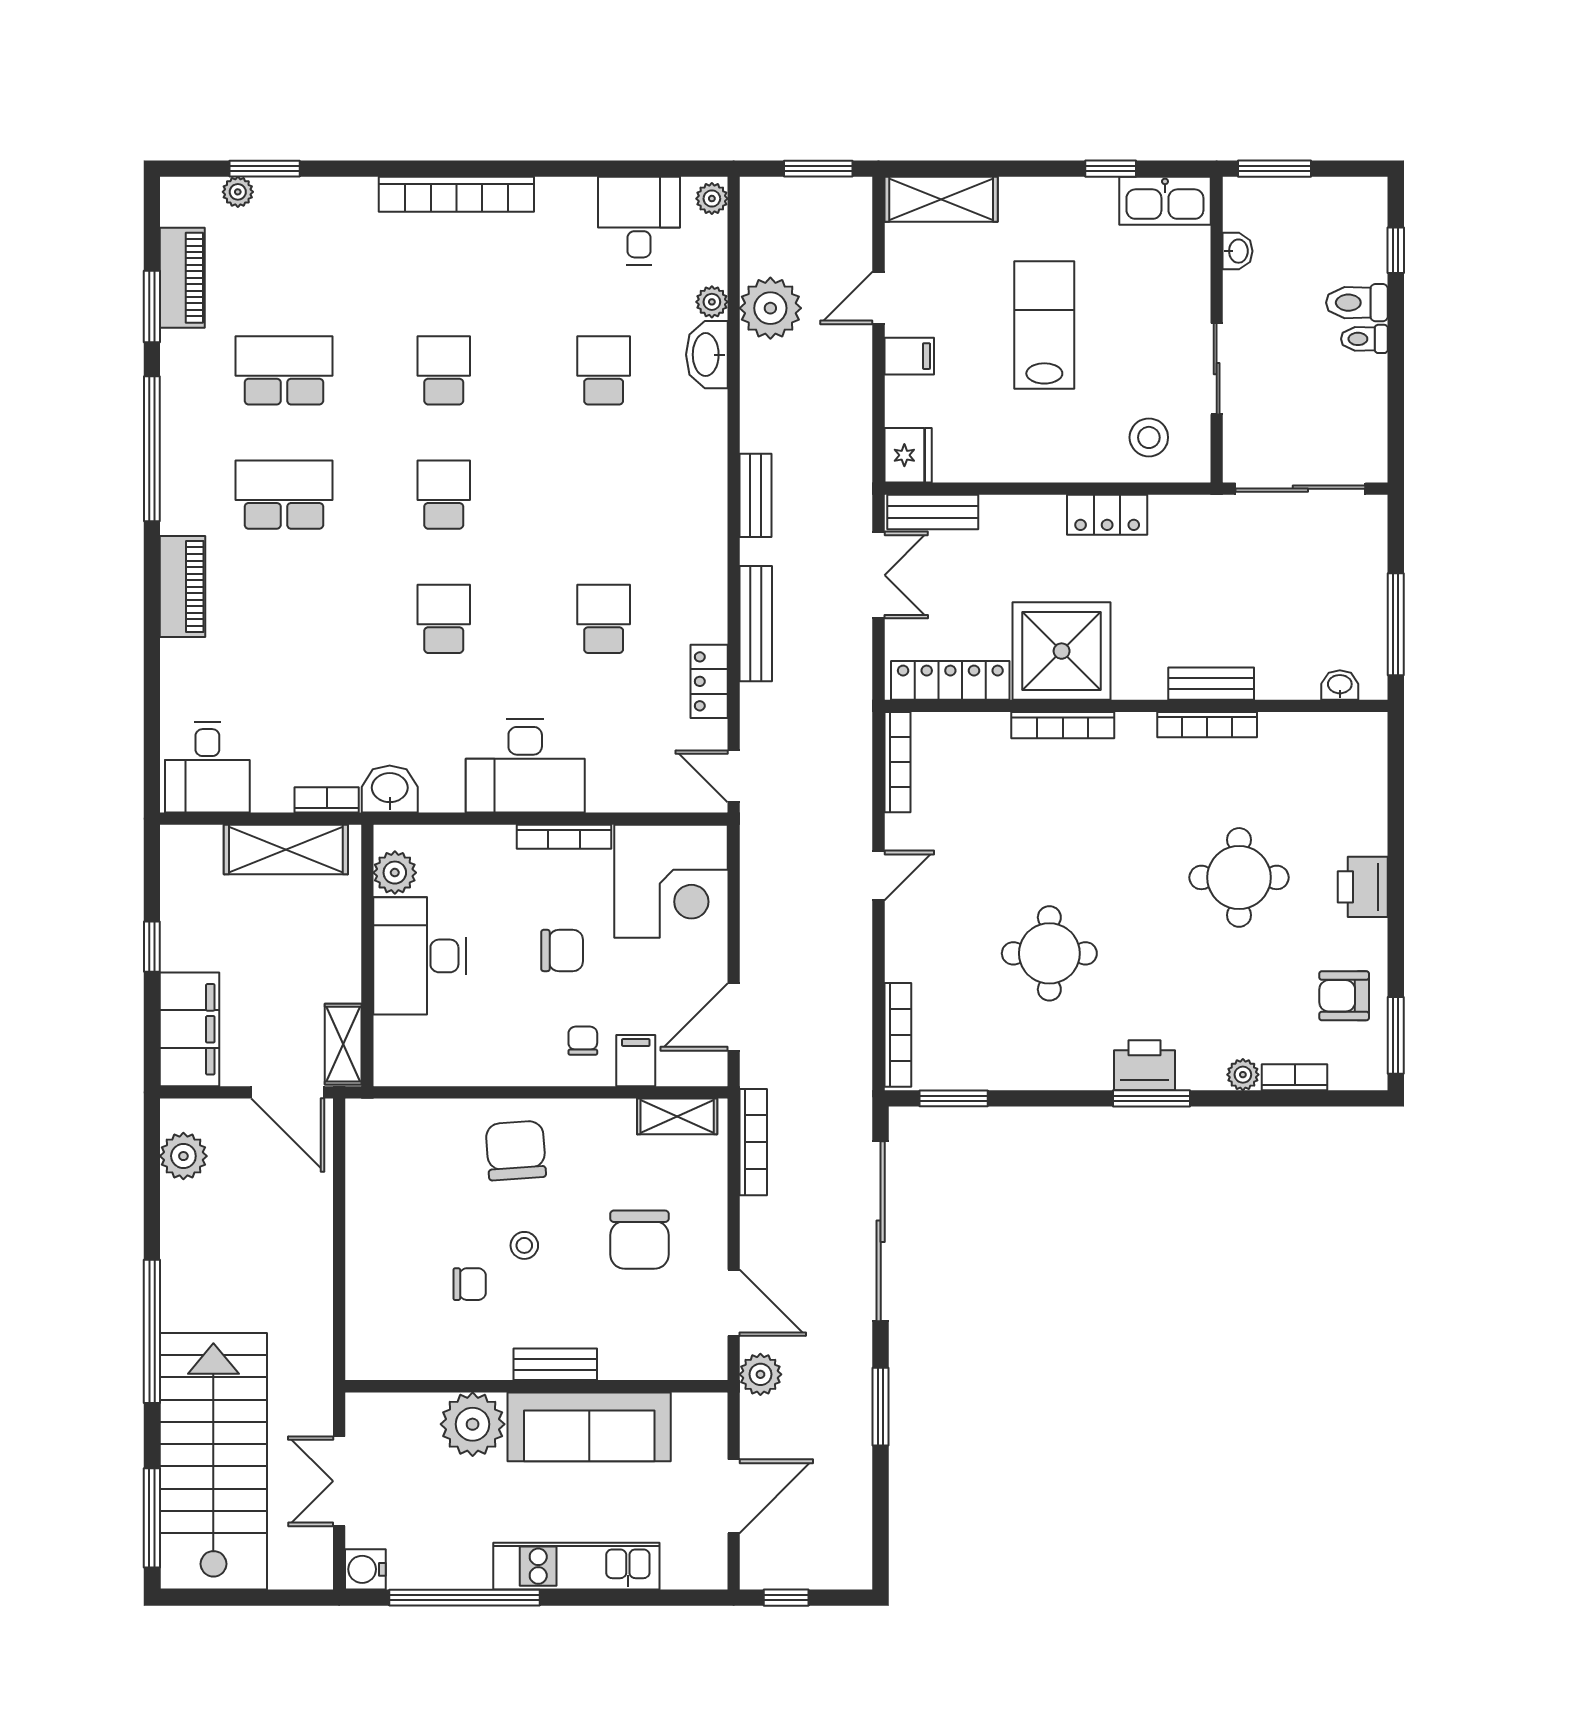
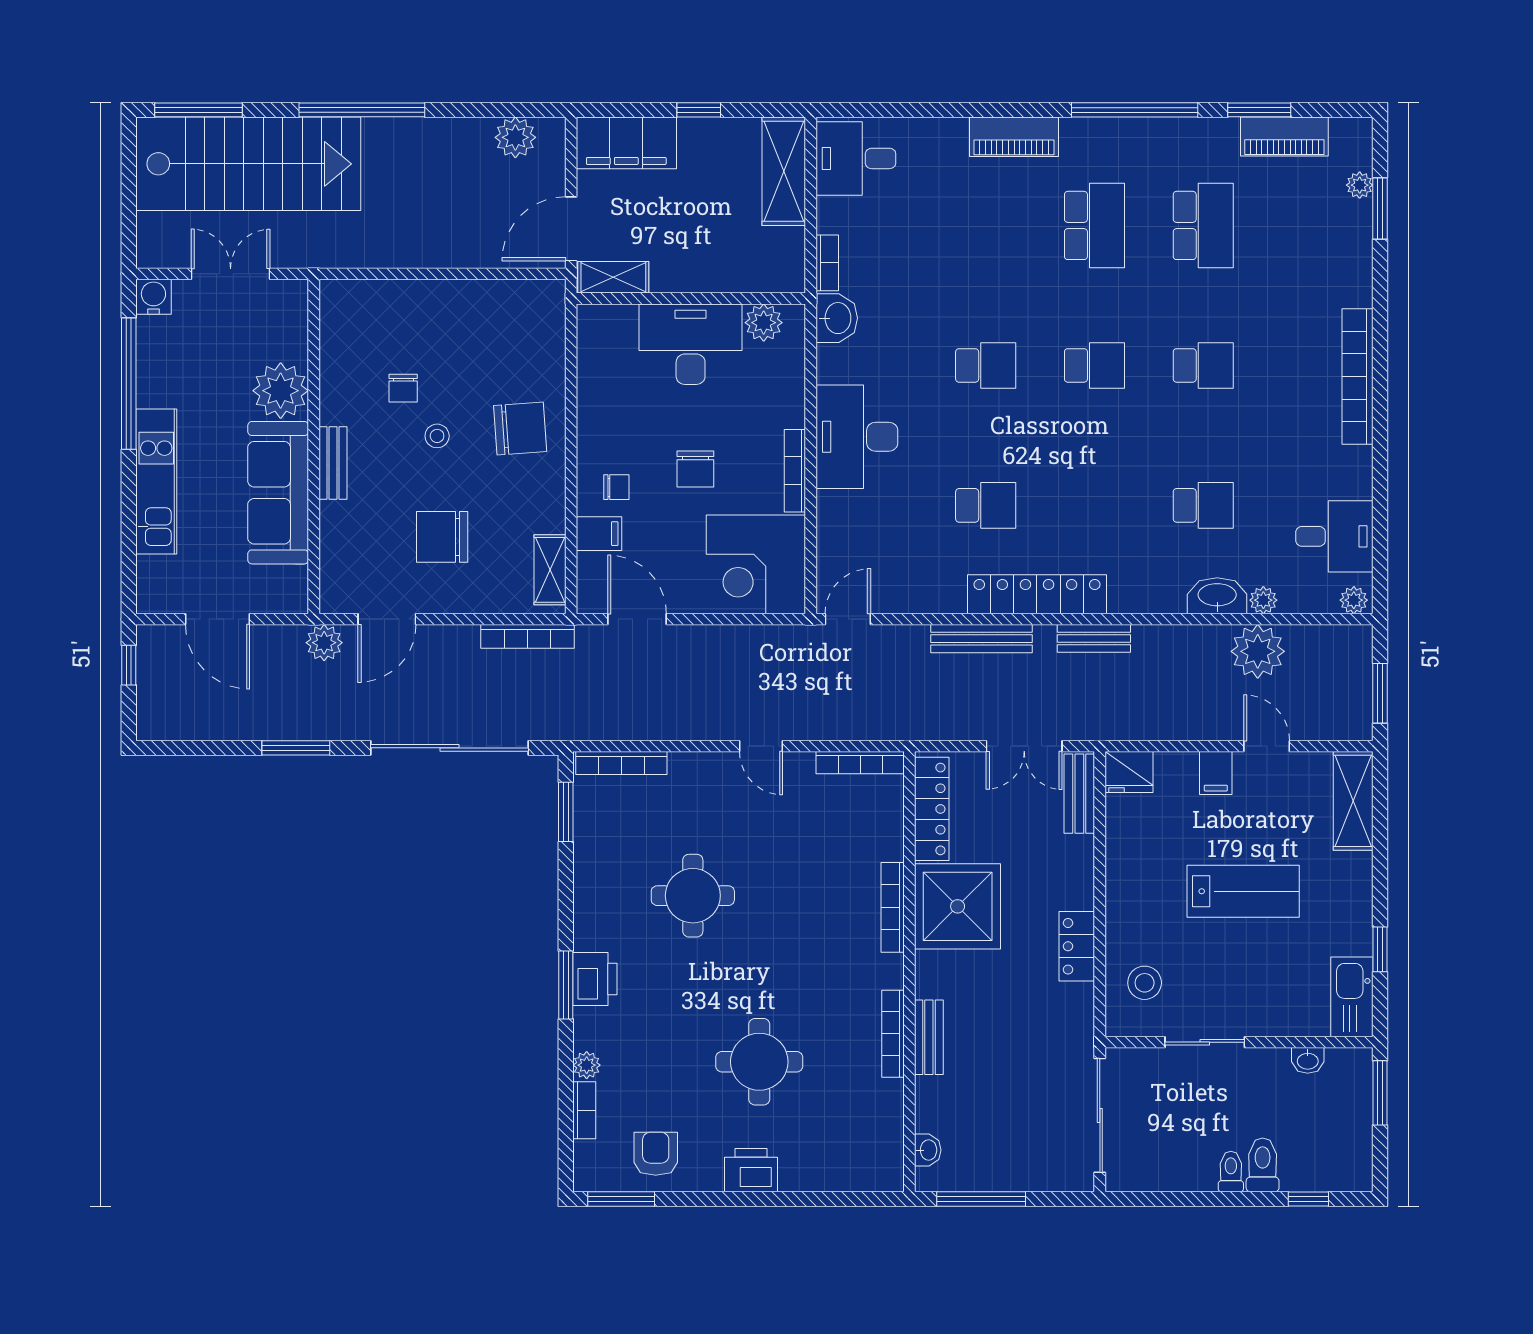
locker: (709, 681) -> (1037, 594), moved, width x2.16, depth x1.21
shelving: (286, 850) -> (784, 171), moved

